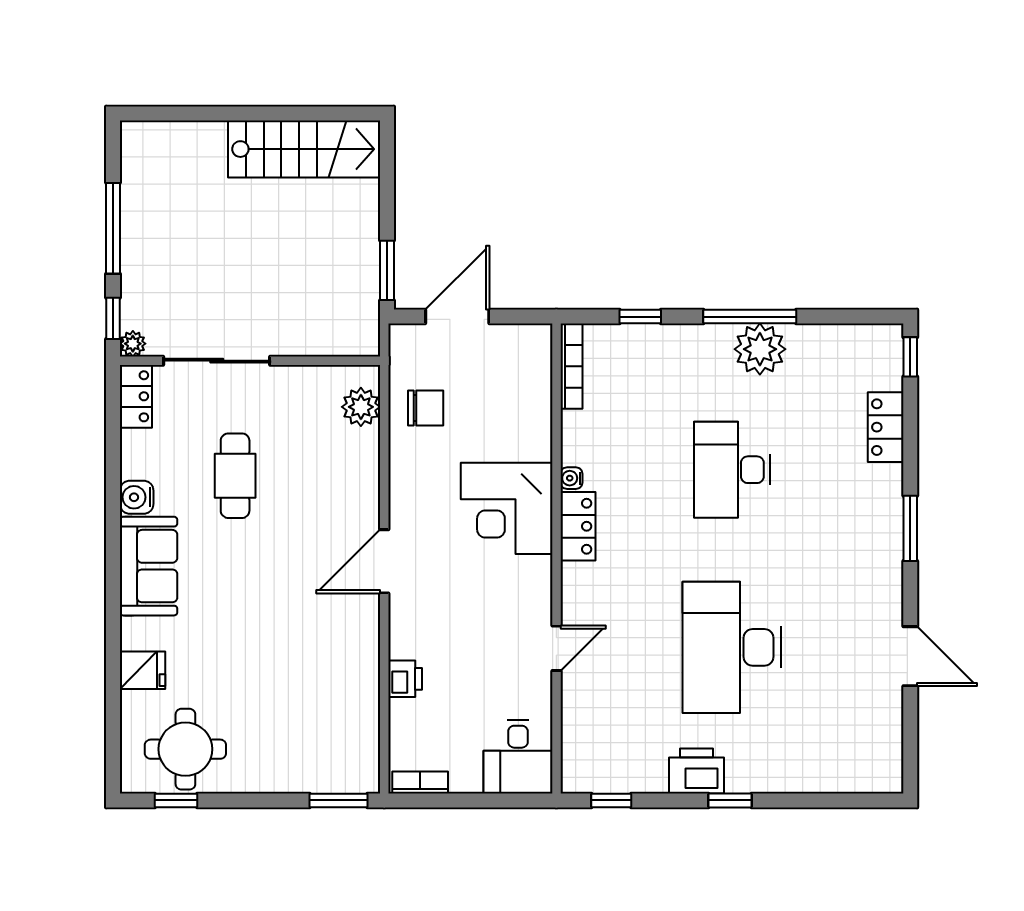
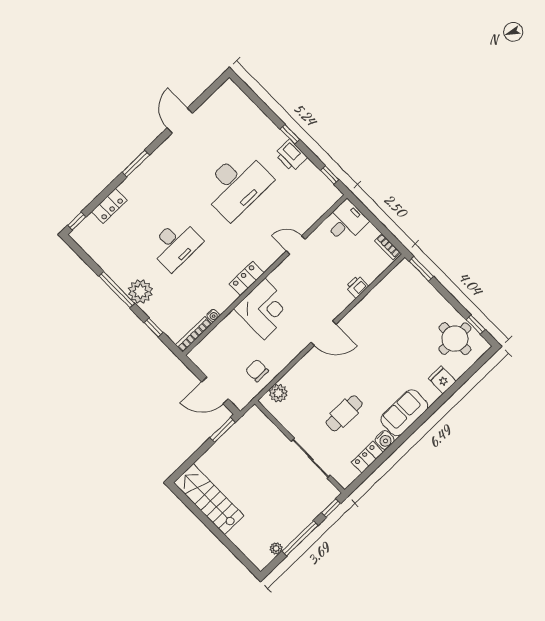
plant: (133, 344) -> (276, 548), moved
plant: (760, 349) -> (140, 292), moved
locker: (136, 396) -> (367, 457), moved
water cooler: (571, 478) -> (213, 315), moved

